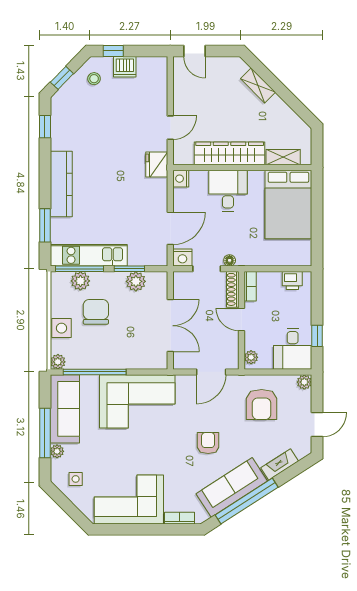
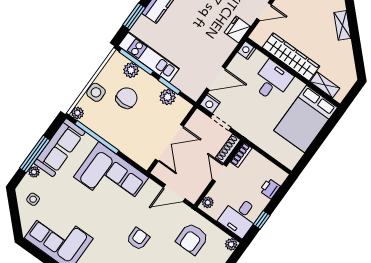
floor lamp: (230, 260) -> (240, 128), removed
printer: (292, 281) -> (270, 189), moved, turned 90

